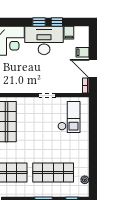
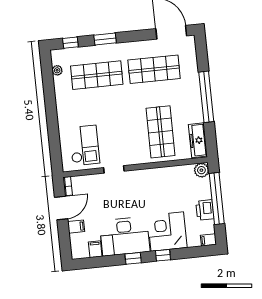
window: (57, 22) -> (163, 255), moved
door: (93, 69) -> (61, 208), hinge flipped
checkout: (69, 117) -> (84, 145), turned 180

